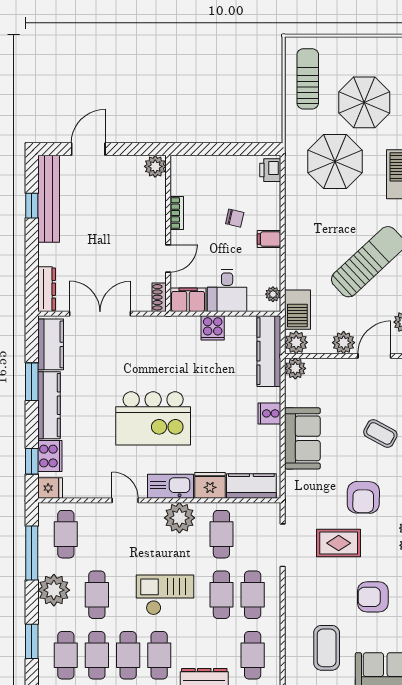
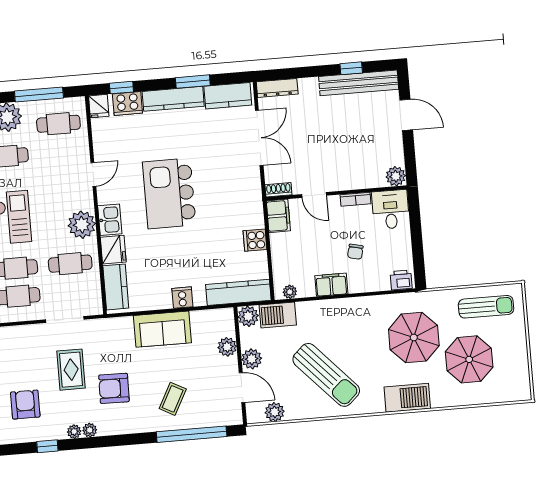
filing cabinet: (269, 239) -> (331, 285), width x2.00
desk: (227, 291) -> (391, 209), moved, turned 90
plant: (295, 368) -> (227, 347), moved
kitchen sink: (170, 486) -> (110, 220), width x0.73

